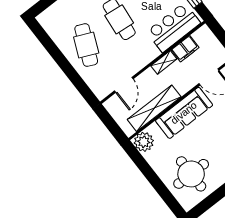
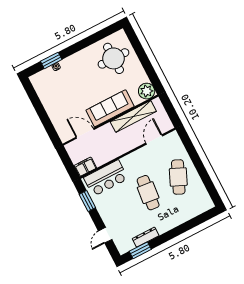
filing cabinet: (185, 49) -> (85, 167), moved
shelving: (164, 62) -> (119, 152), removed

